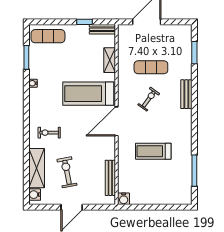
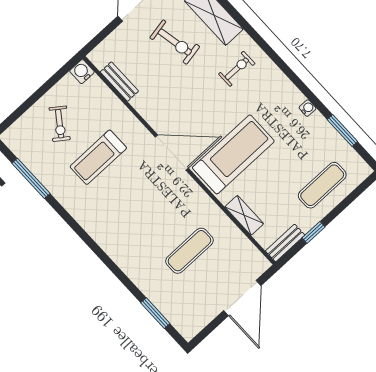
exercise mat: (48, 36) -> (322, 185), moved
bench: (186, 94) -> (121, 257), removed
exercise bike: (149, 99) -> (60, 124), moved
door: (116, 121) -> (172, 153), hinge flipped
treadmill: (153, 151) -> (98, 157), turned 180
bench: (110, 178) -> (119, 82), width x0.73

